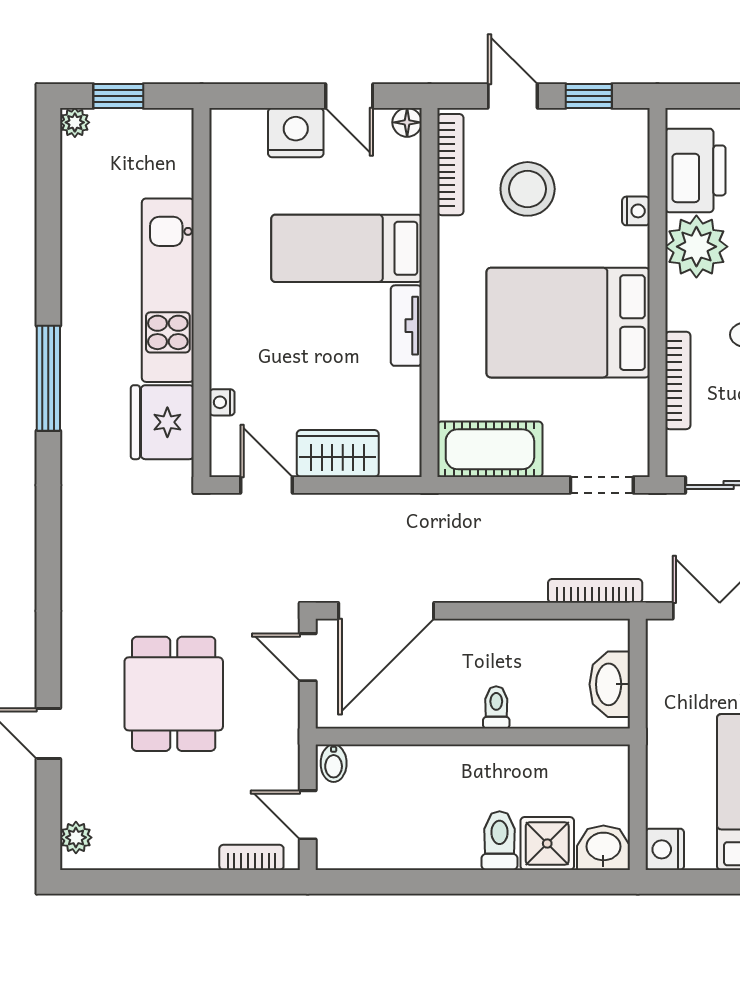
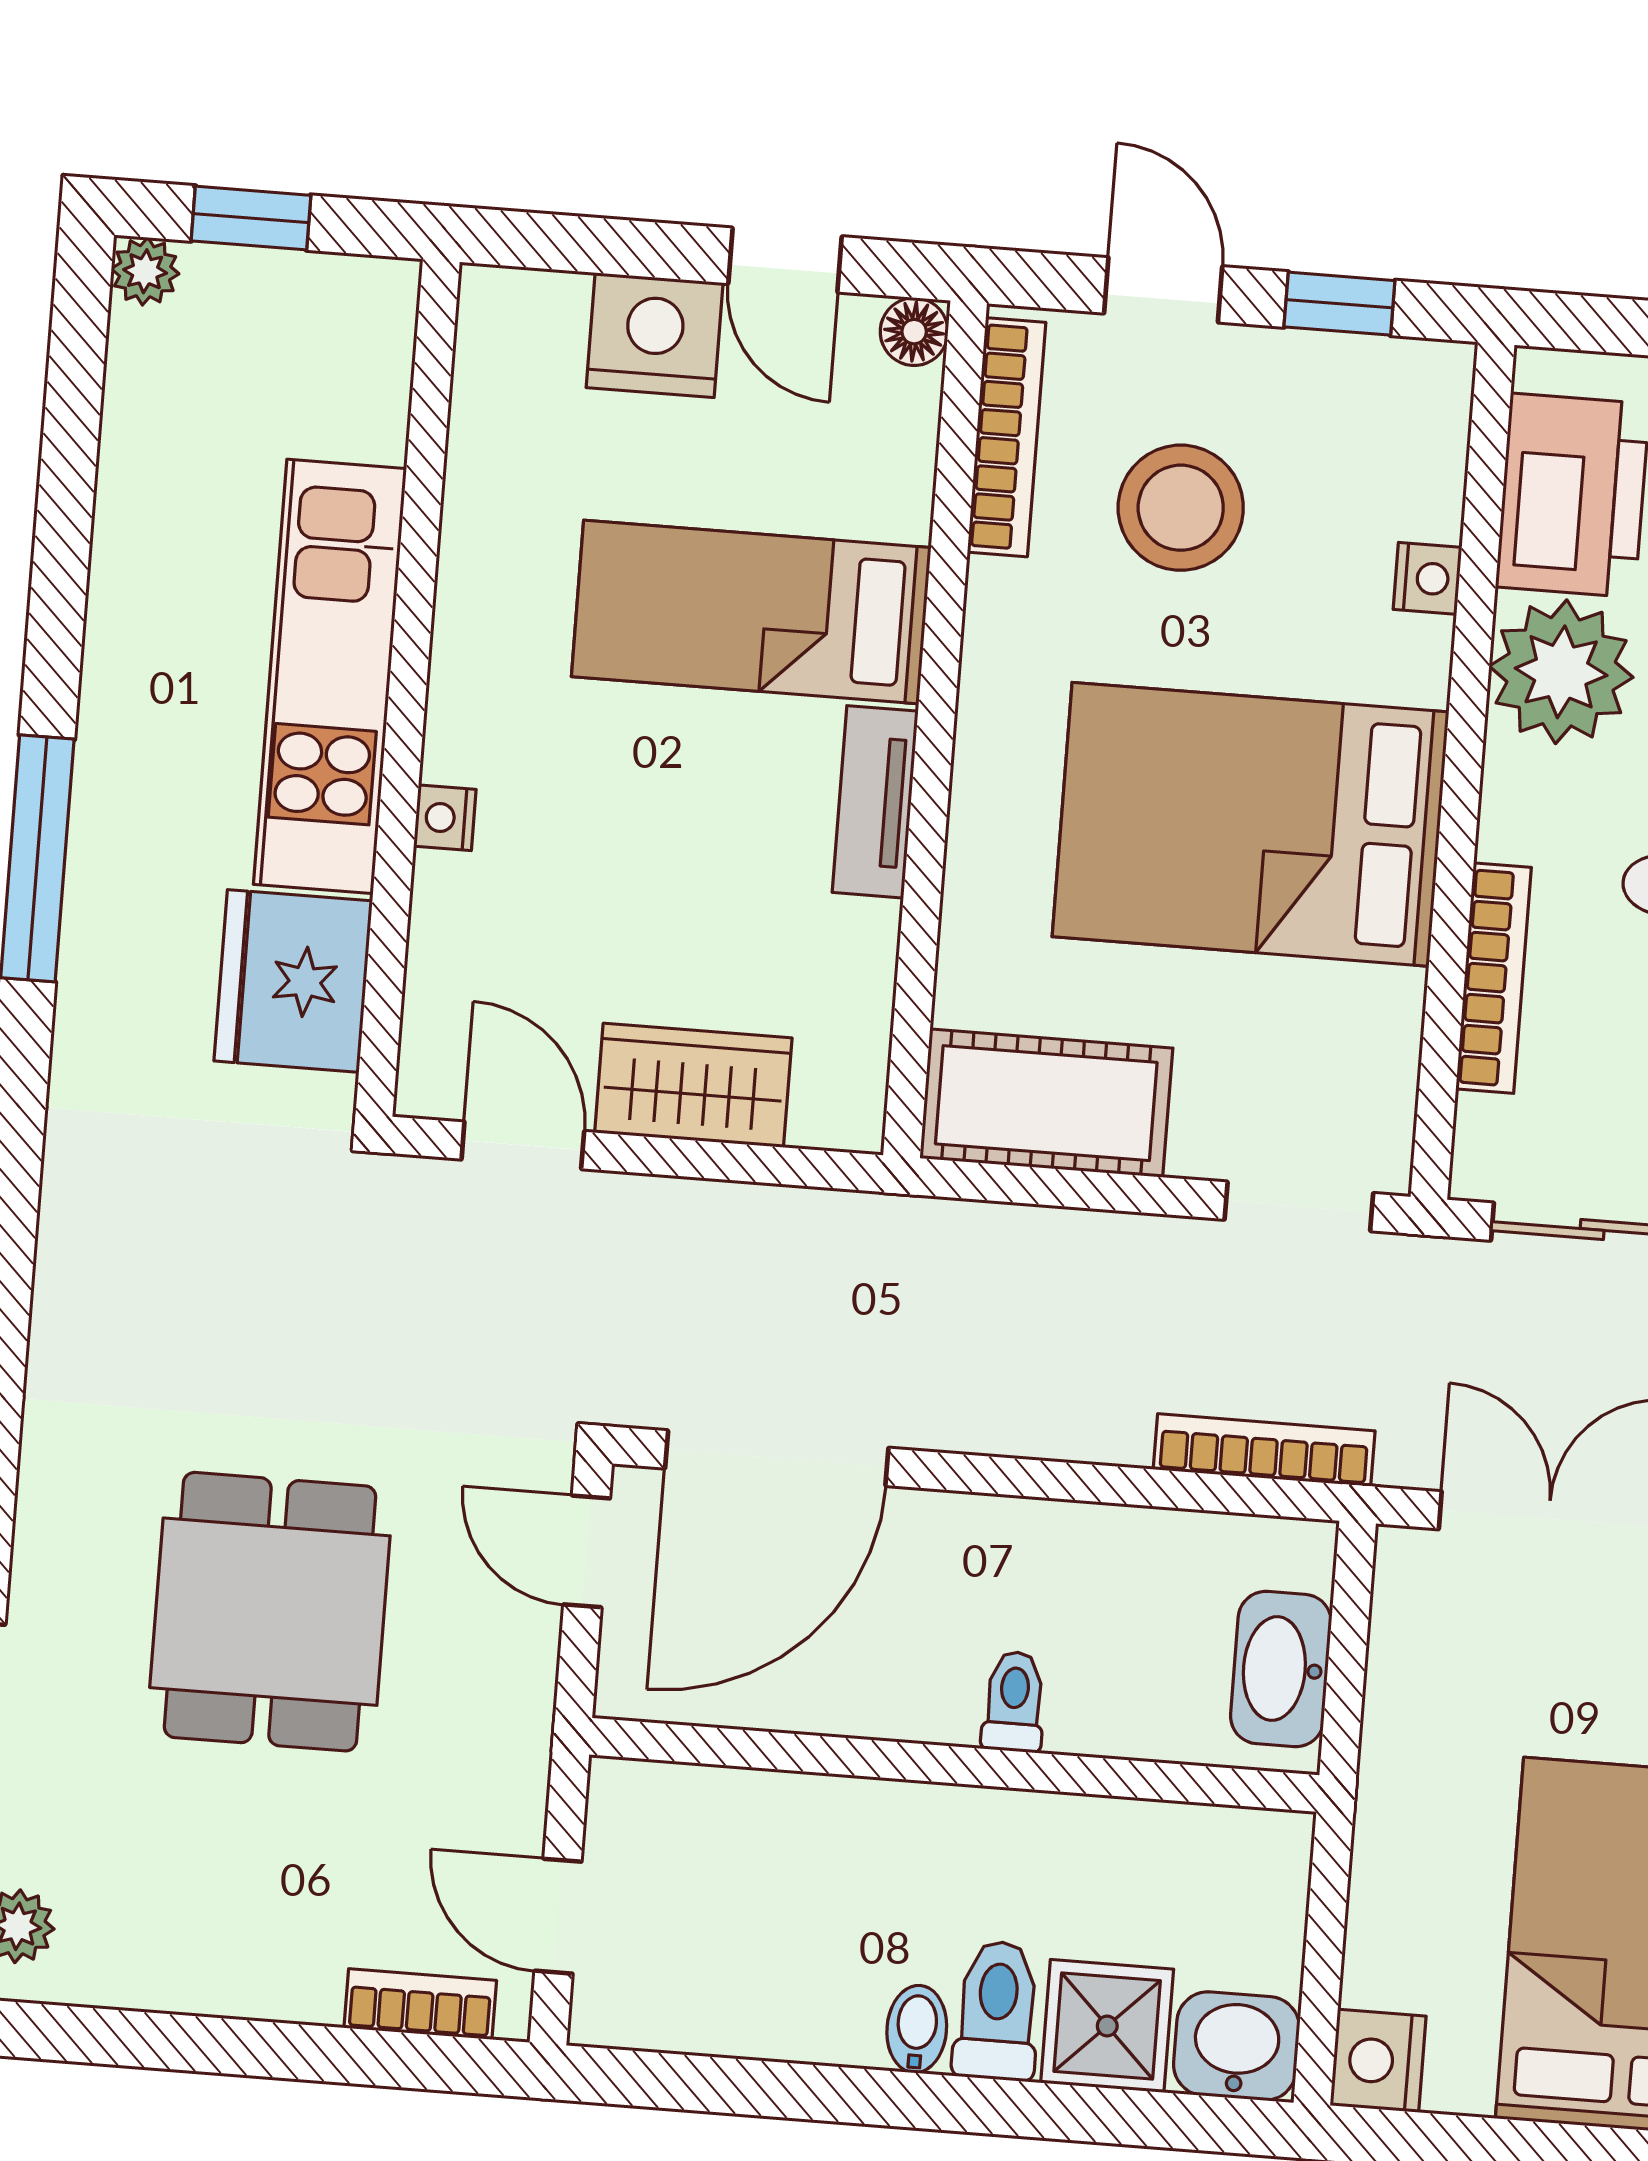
nightstand: (222, 402) -> (445, 818), moved
bidet: (334, 763) -> (917, 2029), moved, turned 180

